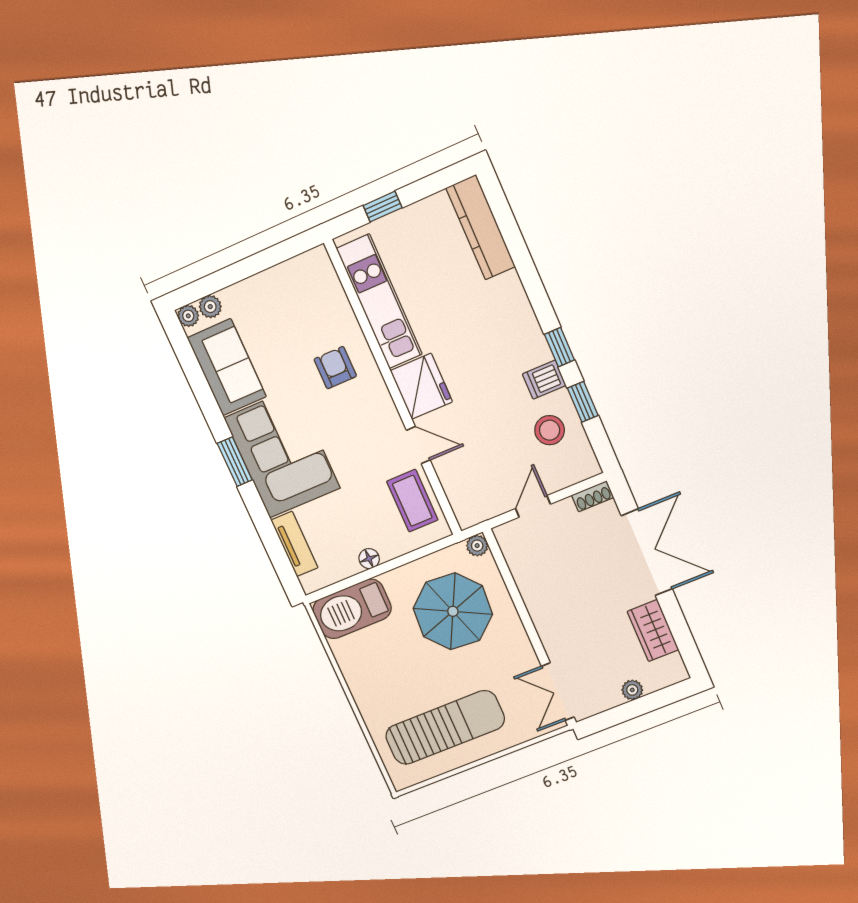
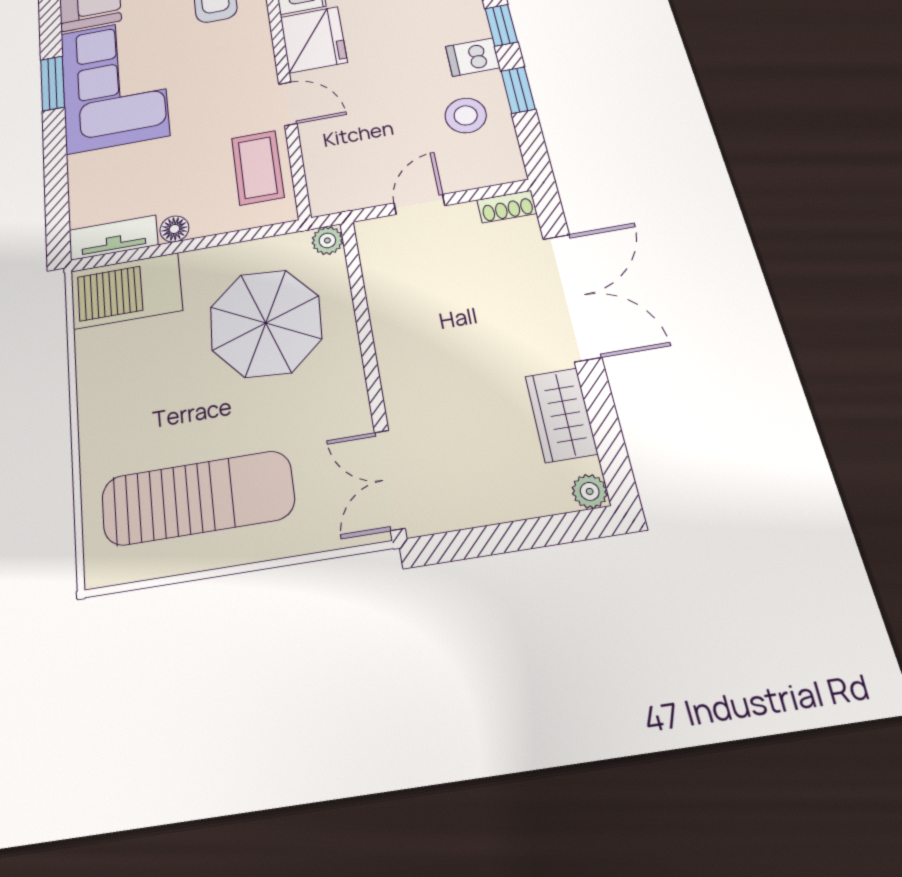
tv unit: (294, 544) -> (113, 238), moved, turned -90
plant: (632, 690) -> (590, 491), moved

